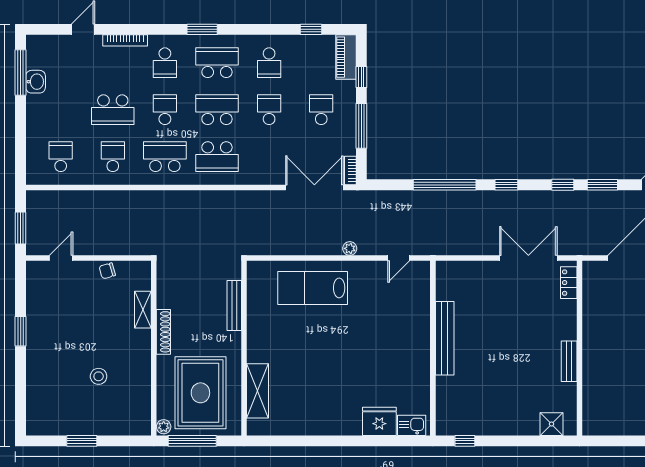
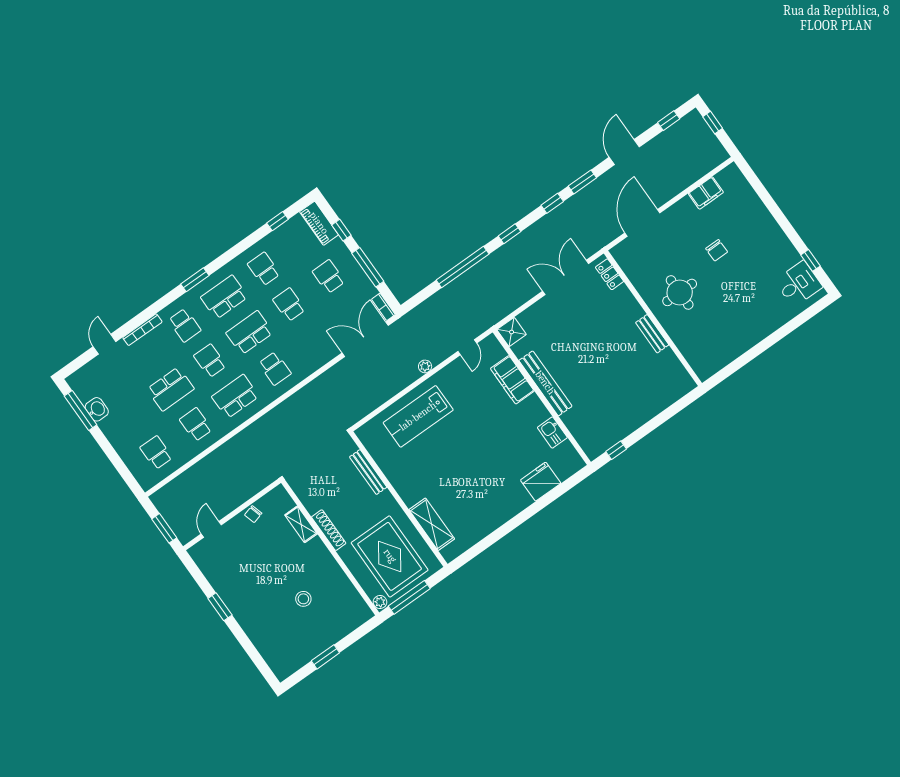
school desk: (269, 63) -> (264, 269), turned 180
school desk: (217, 157) -> (275, 368), width x0.54
filing cabinet: (418, 315) -> (512, 380), added
round table: (619, 342) -> (680, 292), added
shower: (552, 424) -> (512, 332), moved
kitchen sink: (412, 425) -> (552, 433), moved, turned -90

